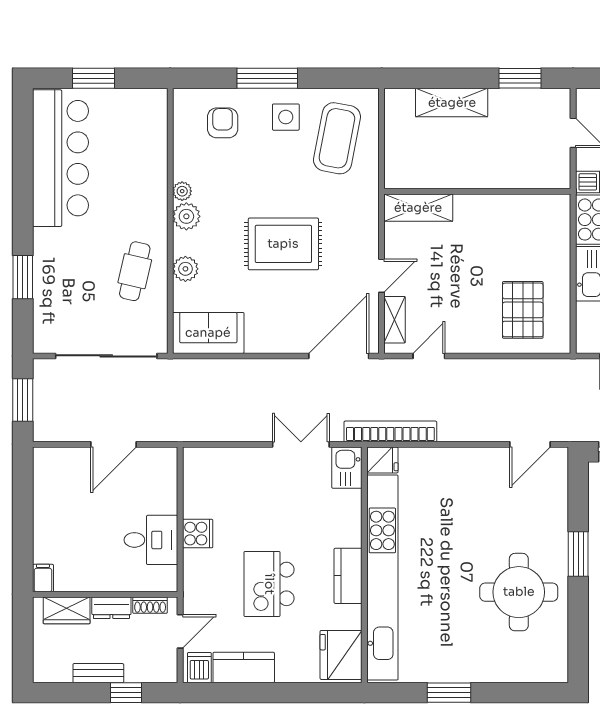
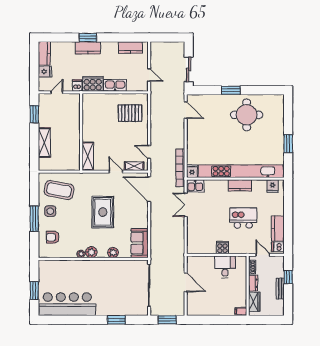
cafe table: (135, 271) -> (114, 274), removed
kitchen island: (269, 584) -> (243, 218), turned 180
fridge: (341, 655) -> (273, 186), width x0.53, depth x0.75

